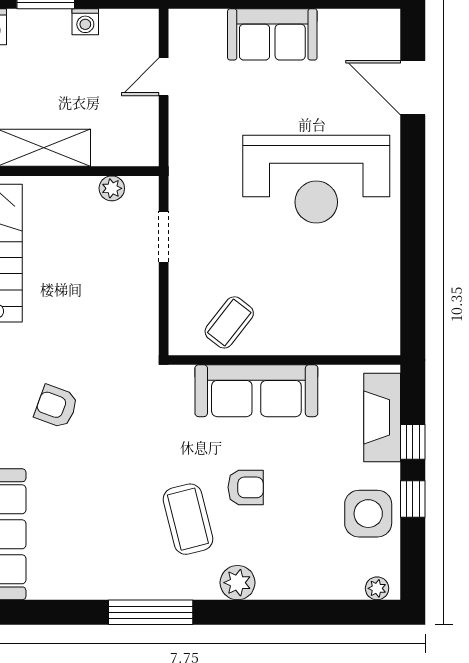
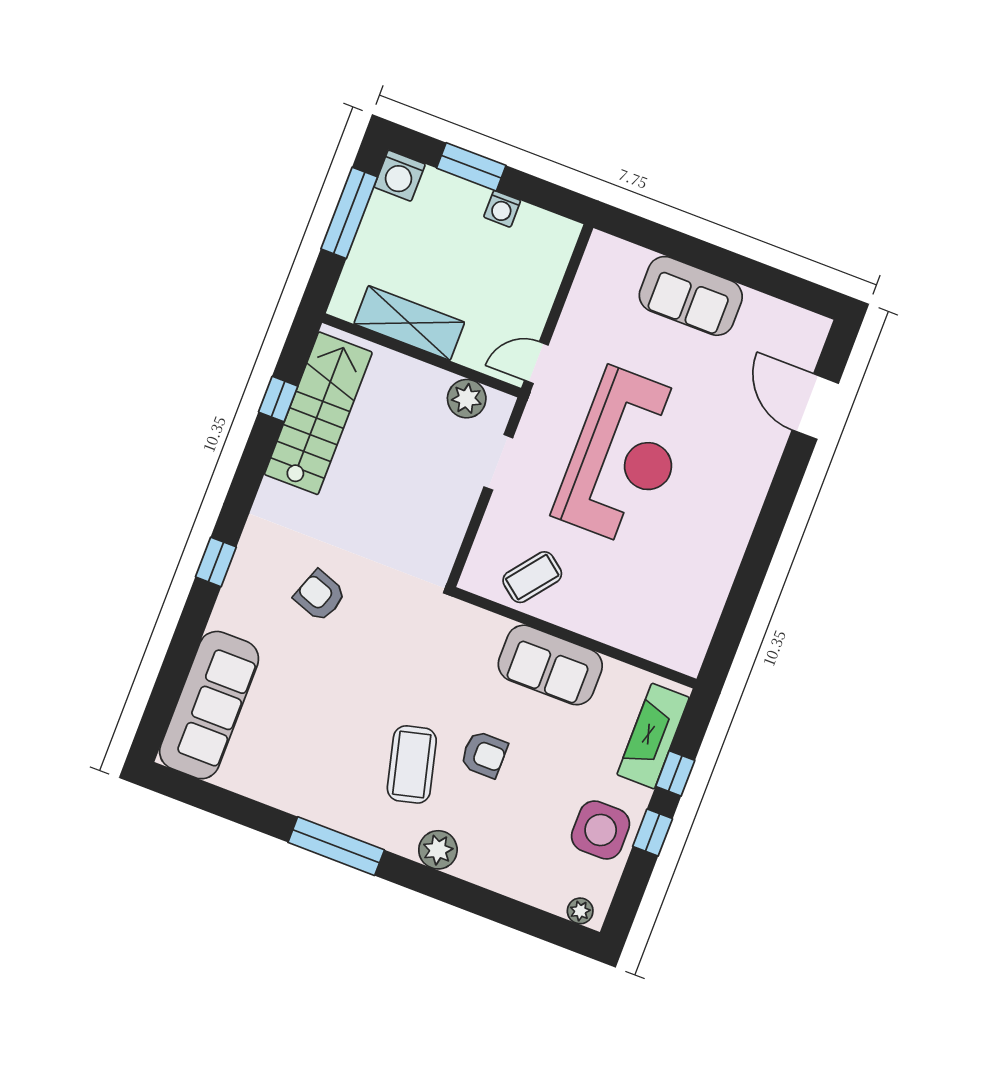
door: (164, 77) -> (536, 363), moved
reception desk: (316, 179) -> (624, 457), moved, turned -90
plant: (112, 188) -> (467, 399), width x1.38, depth x1.38
sofa: (256, 391) -> (550, 665), width x0.73

